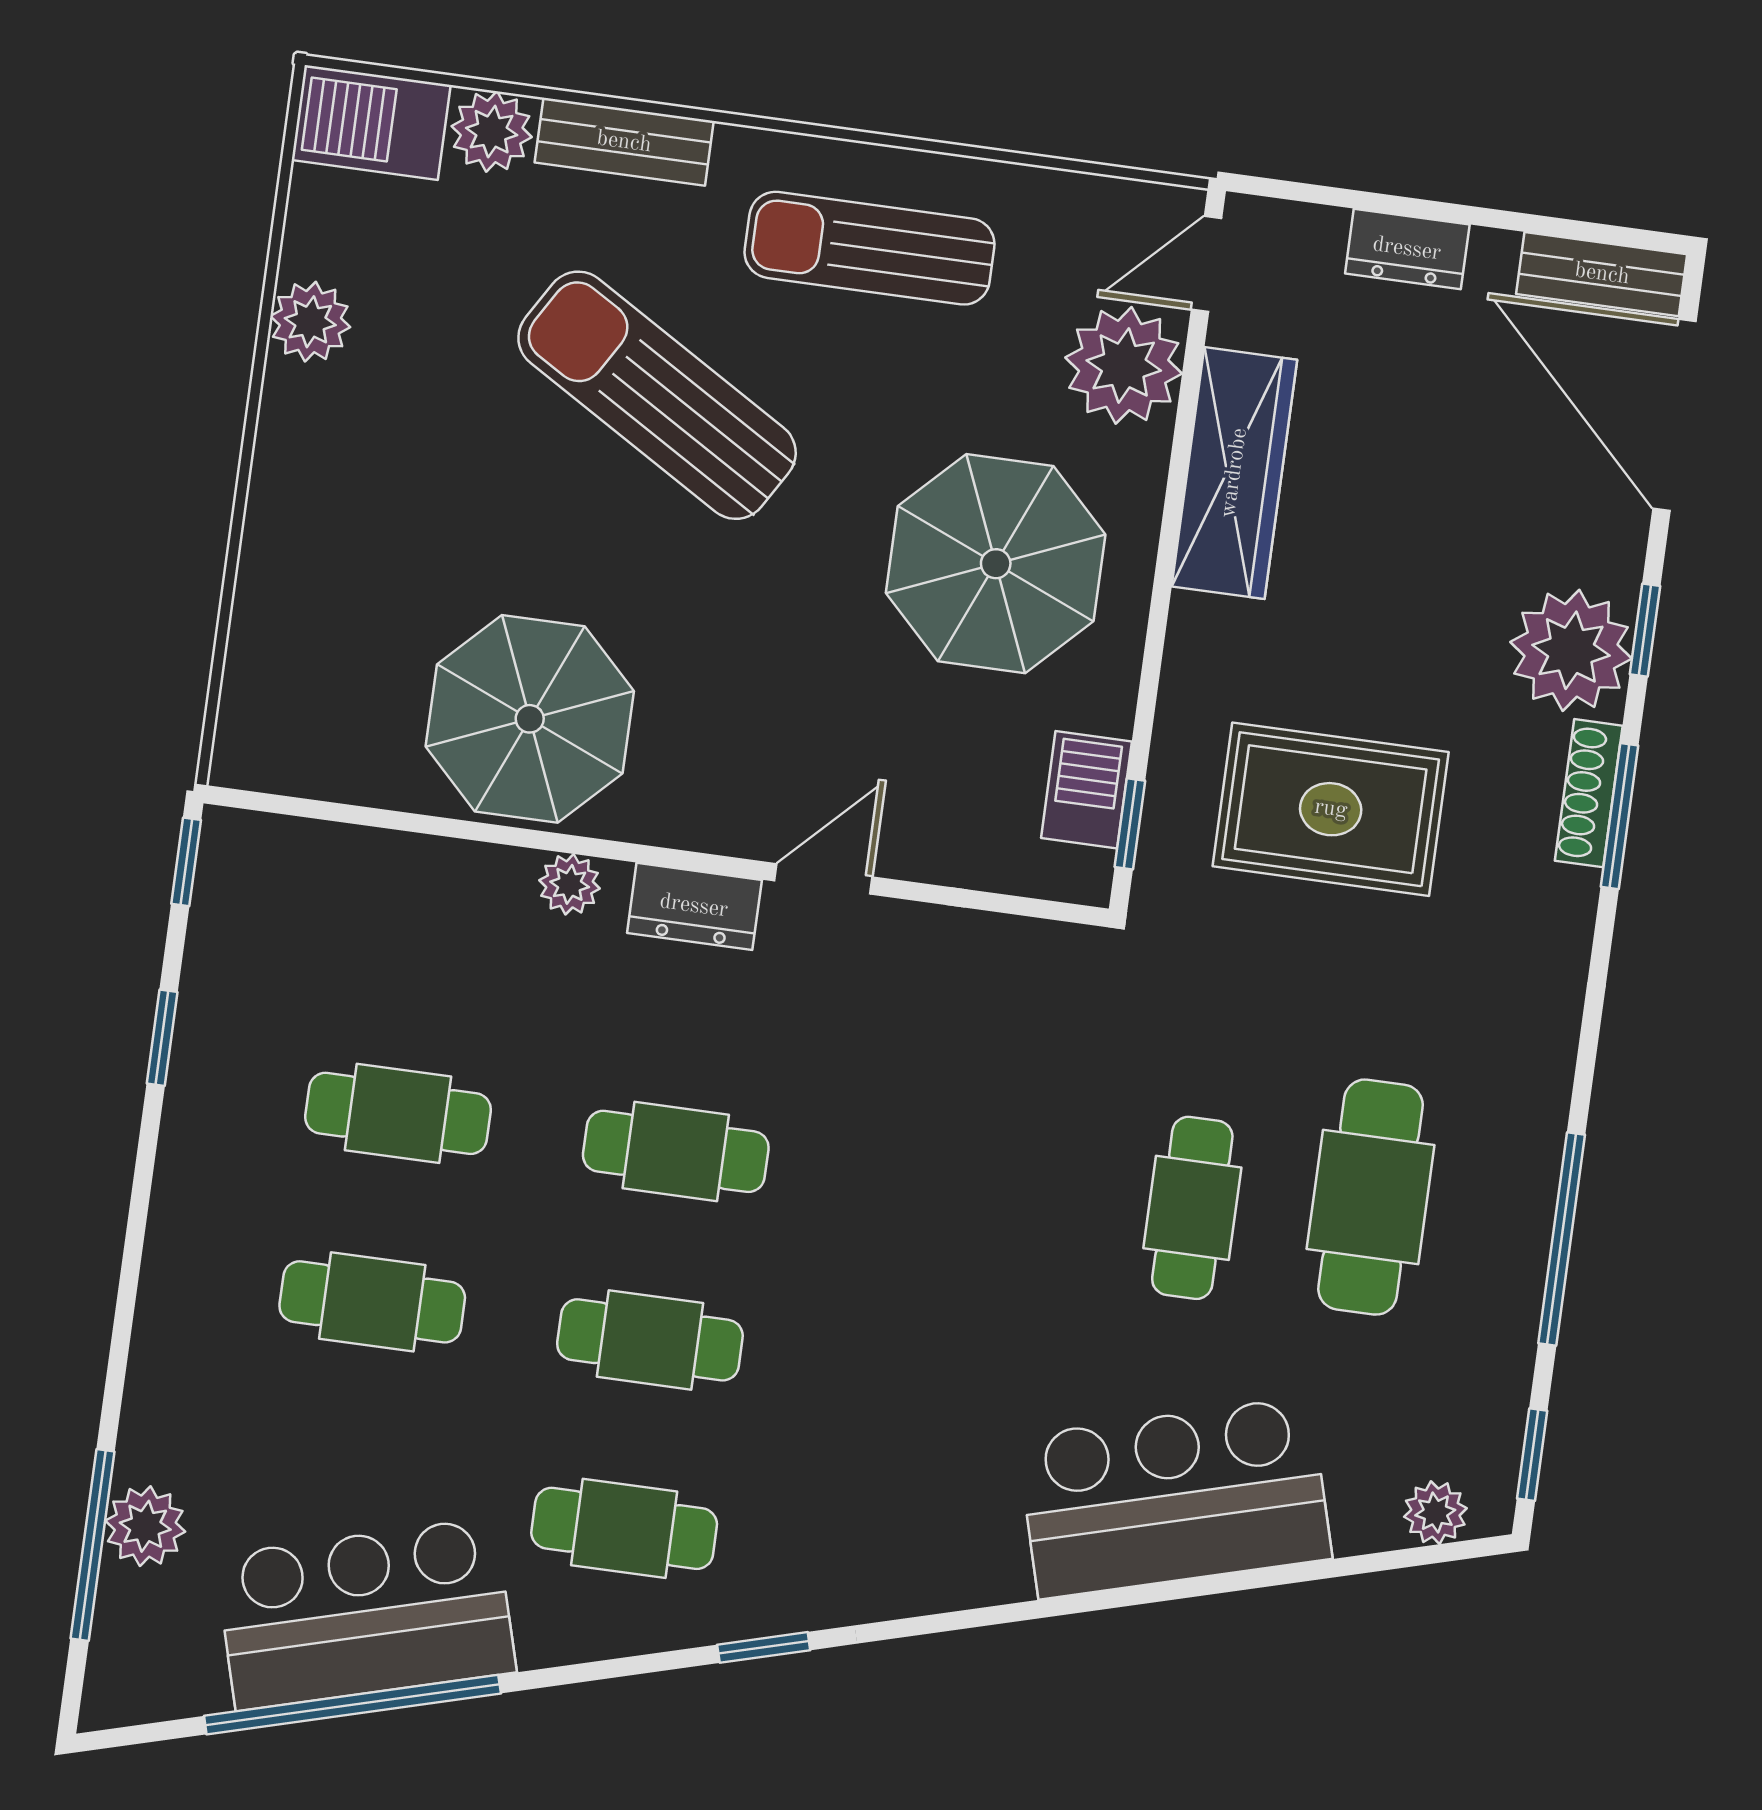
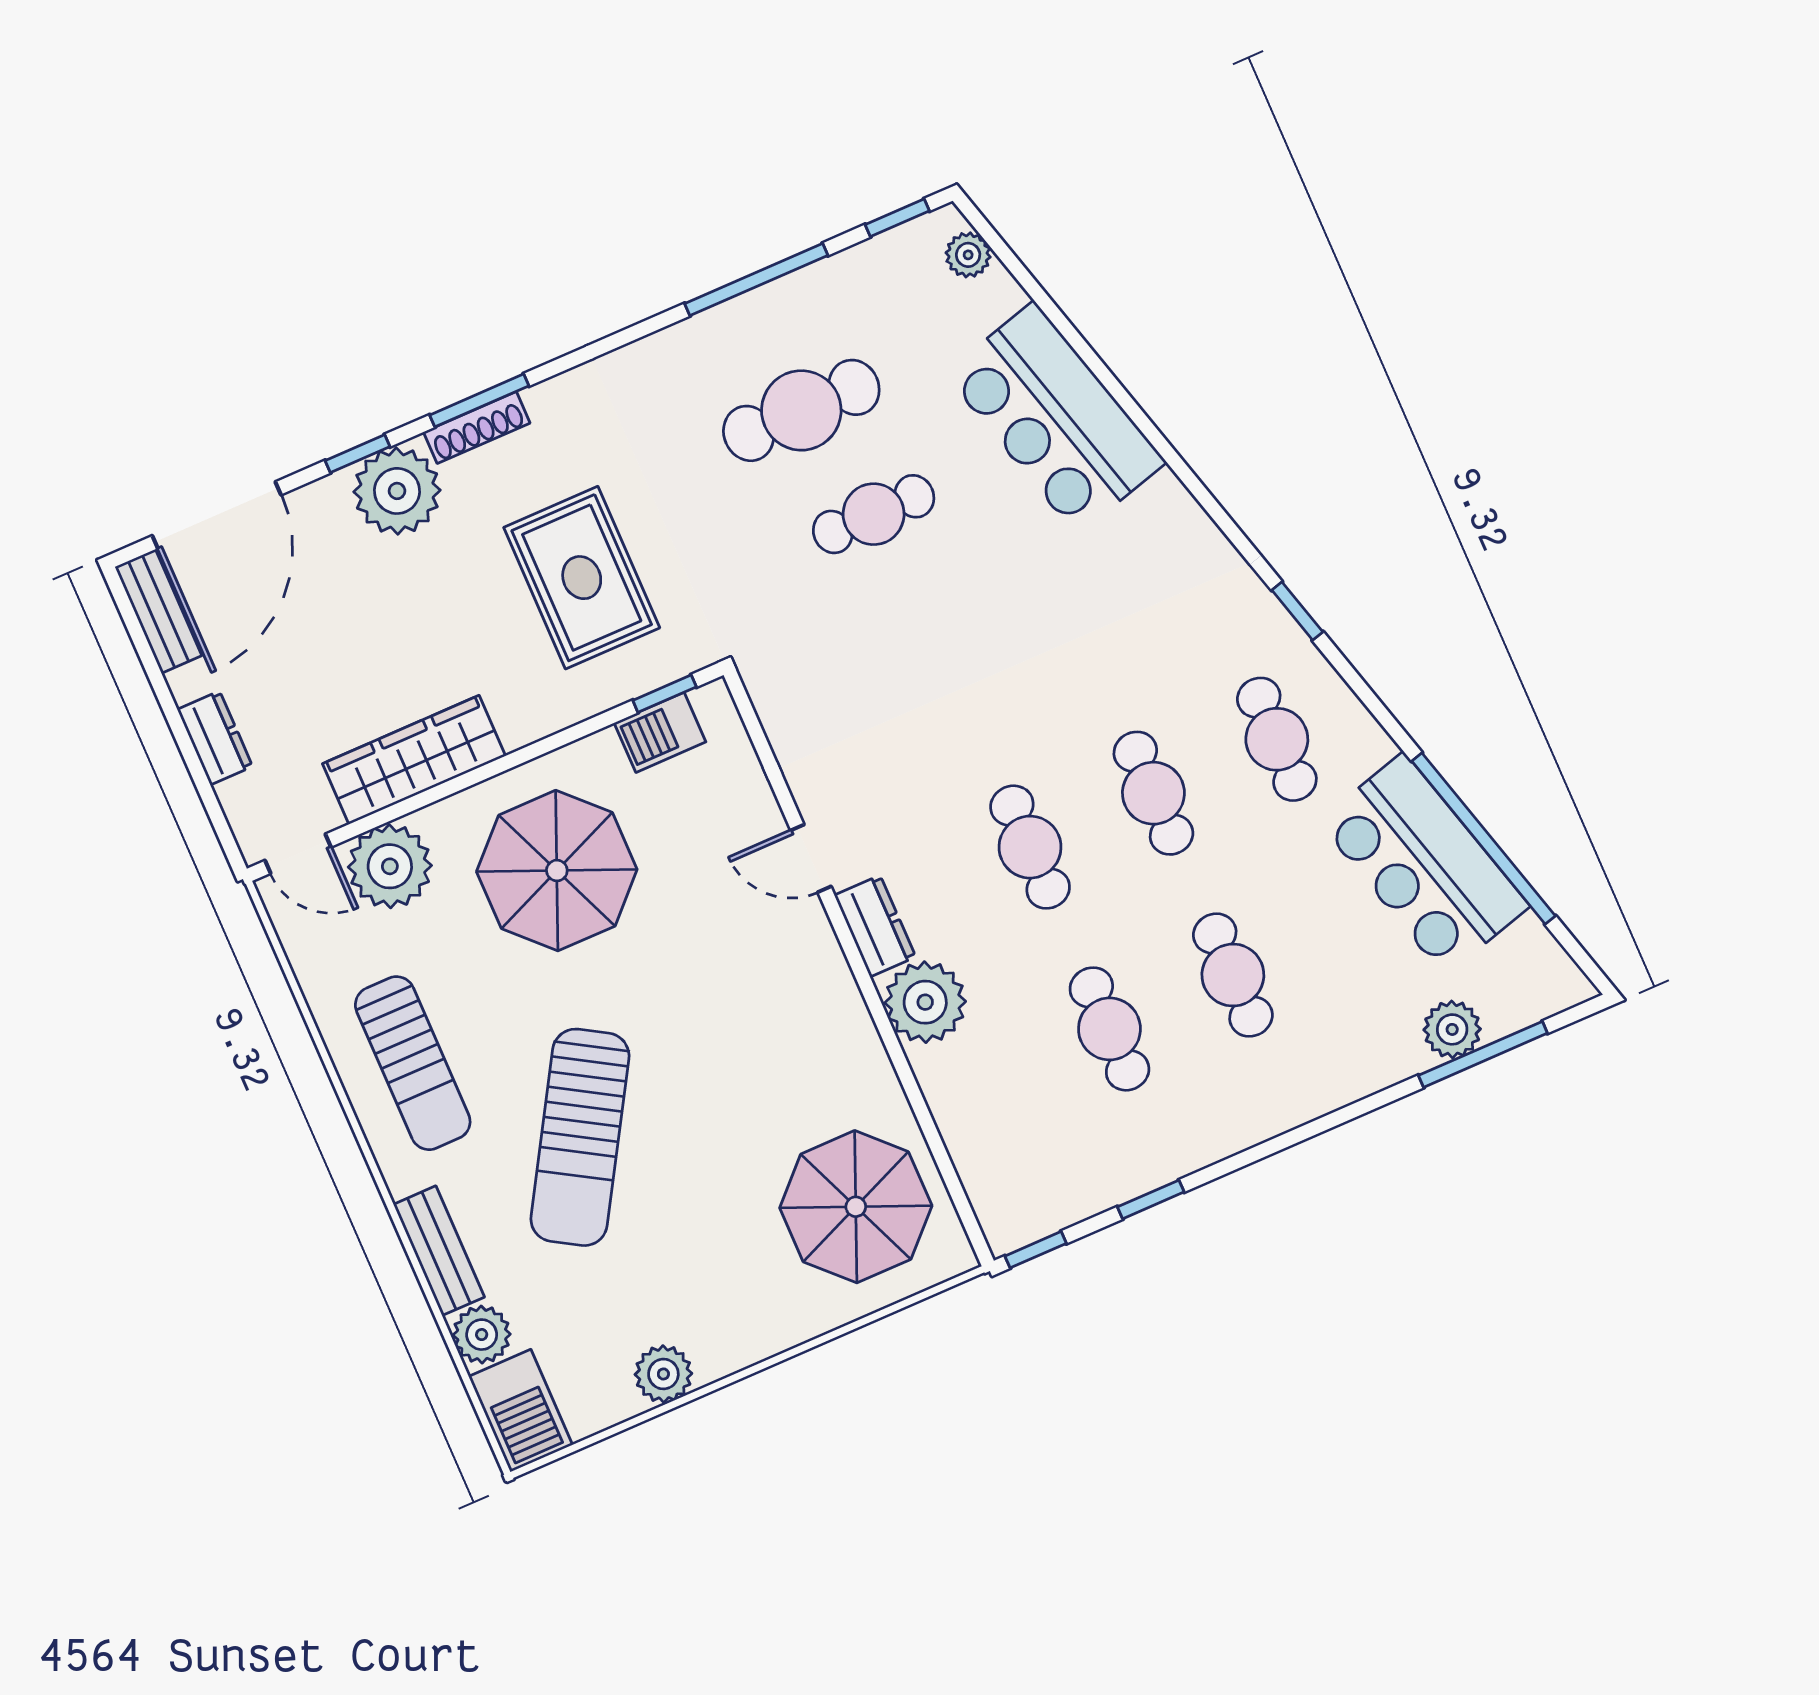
parasol: (530, 719) -> (856, 1207), moved
plant: (570, 884) -> (925, 1002), width x1.88, depth x1.88

